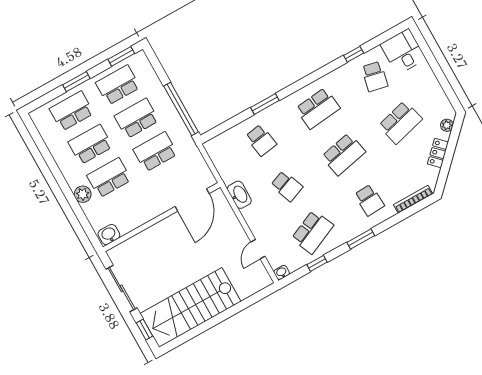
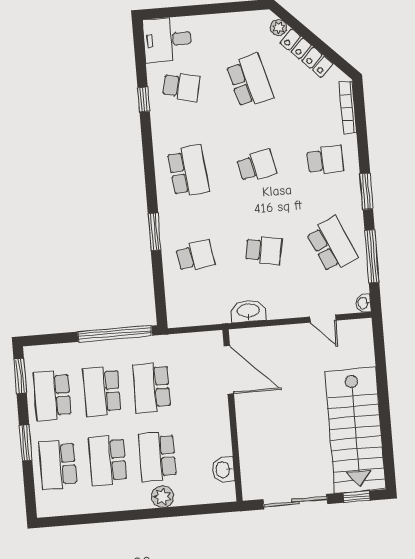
locker: (438, 153) -> (307, 53), width x1.53
school desk: (344, 154) -> (257, 166), width x0.54
school desk: (287, 186) -> (264, 250), turned 30
washbasin: (109, 235) -> (223, 470), moved
window: (317, 263) -> (372, 256), width x2.17

